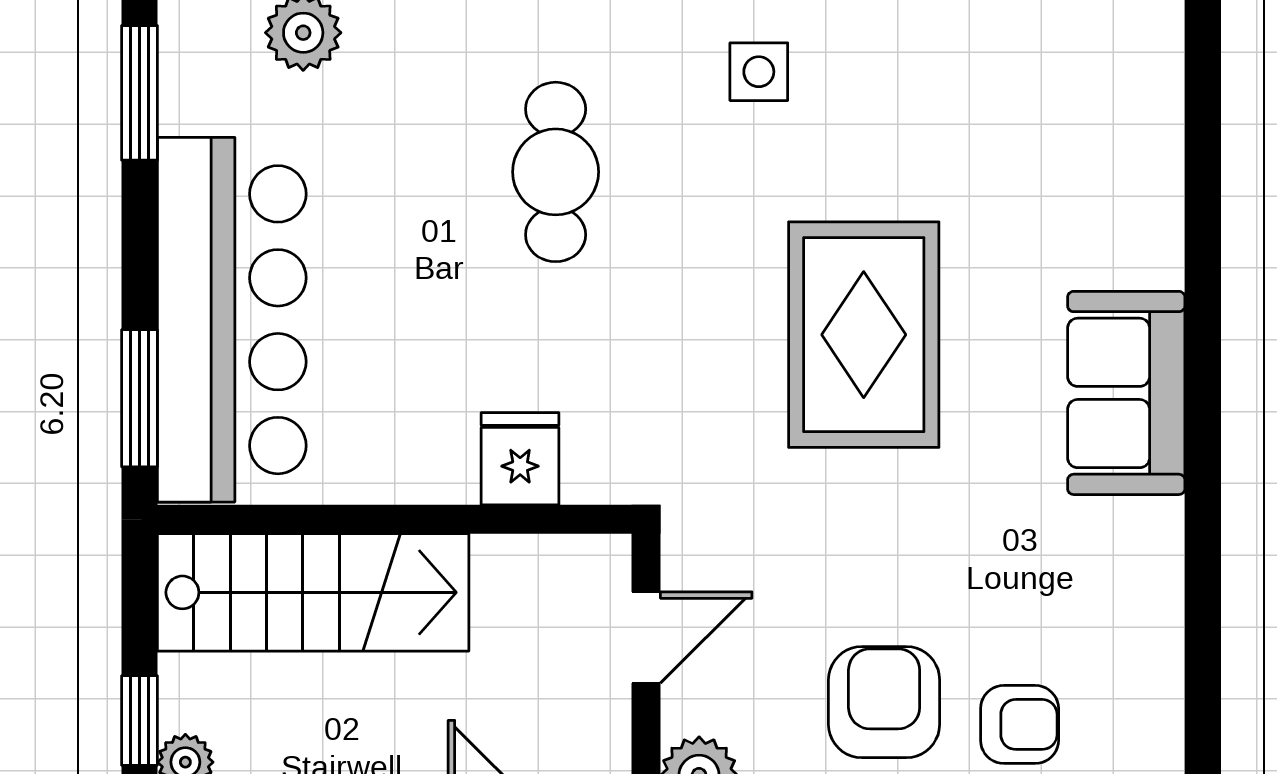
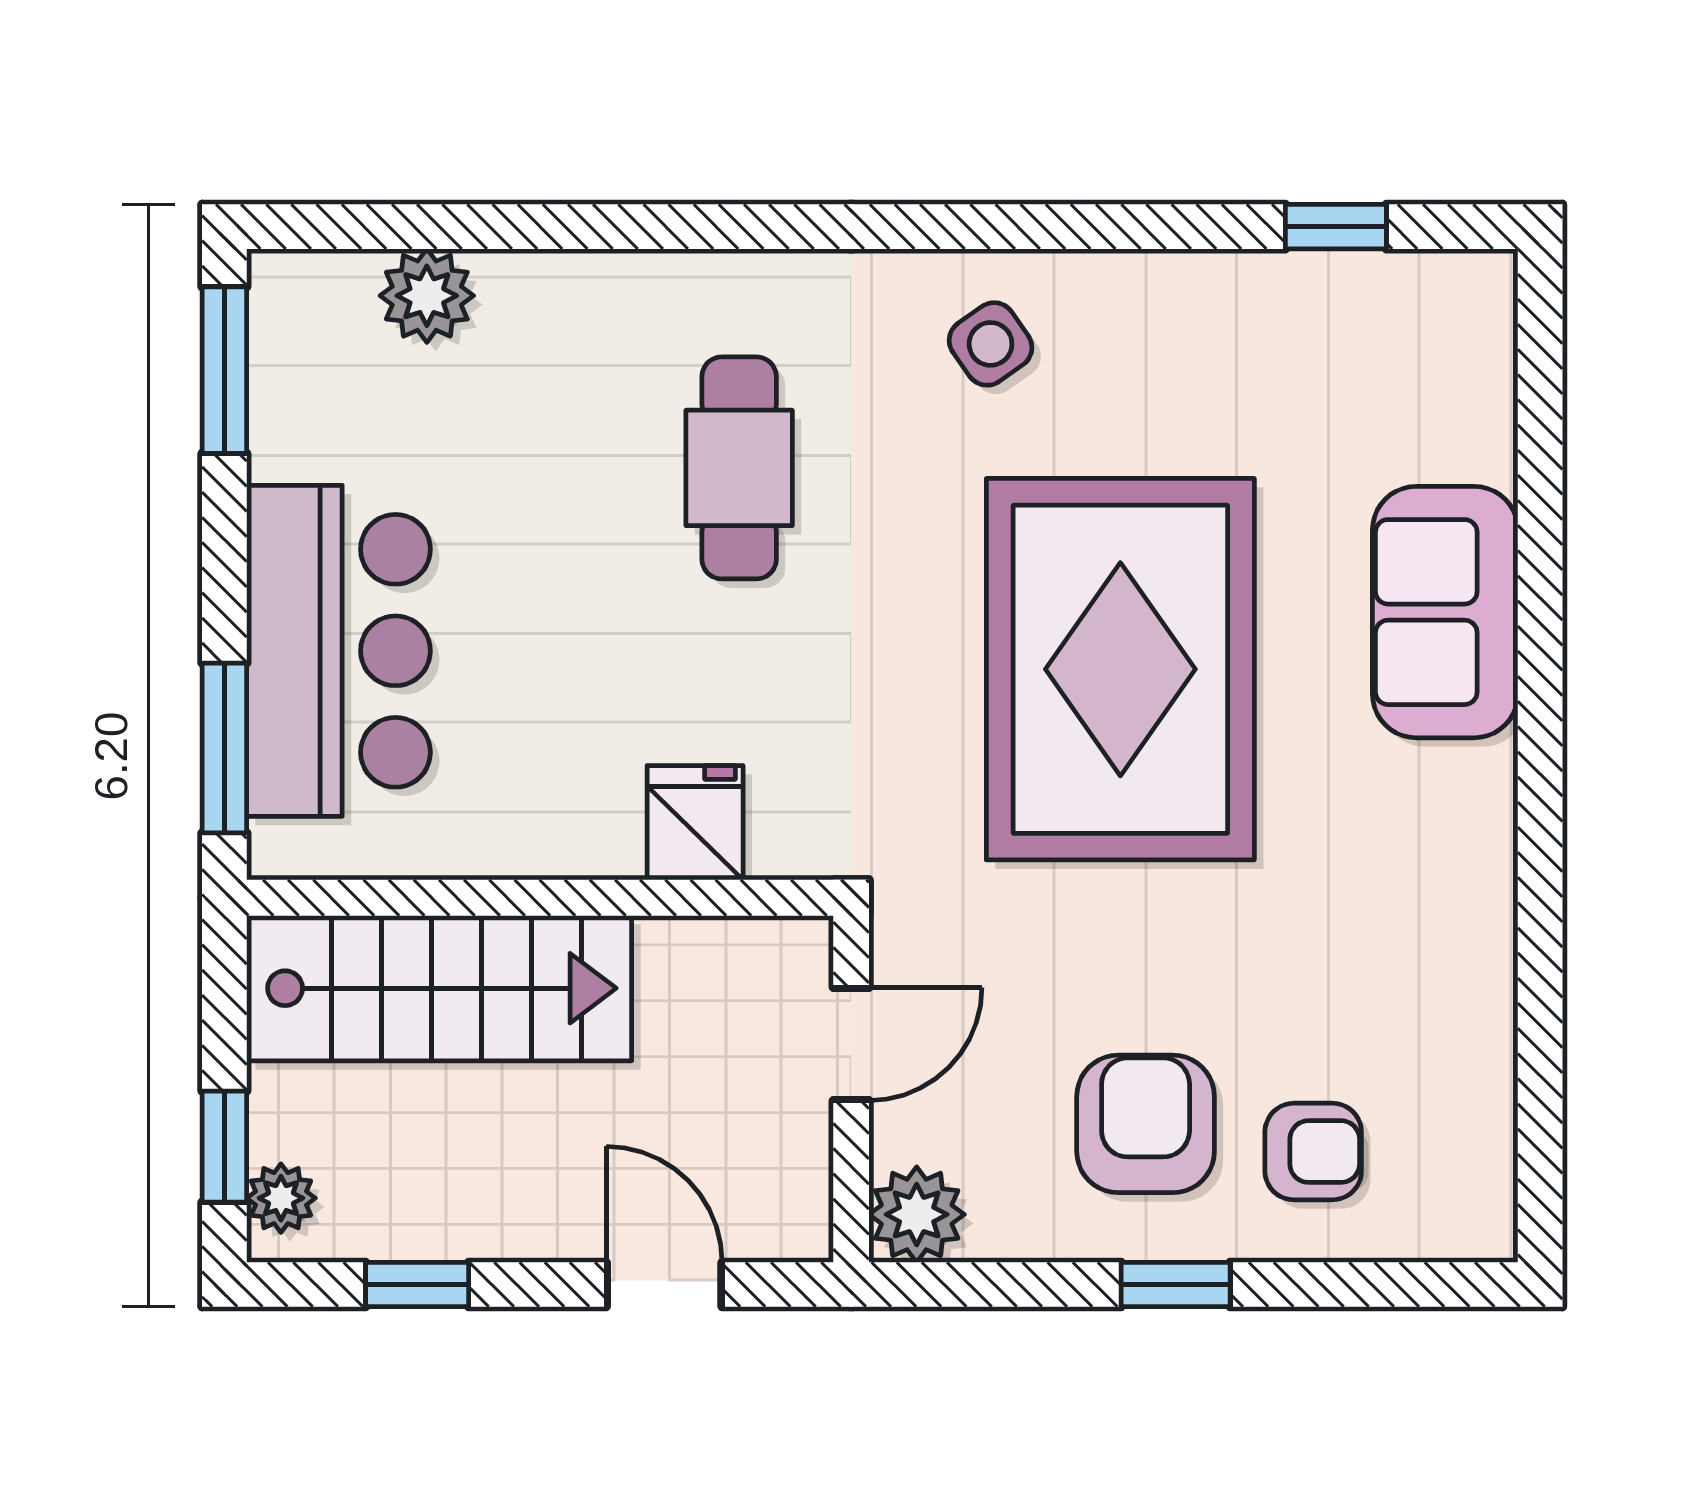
side table: (759, 72) -> (991, 344), turned -35
bar counter: (232, 320) -> (338, 651), width x0.73
rug: (864, 335) -> (1120, 669), width x1.37, depth x1.44
sofa: (1126, 393) -> (1445, 612), moved

